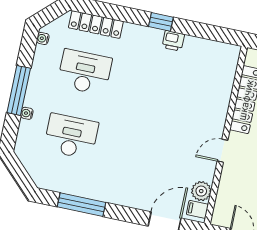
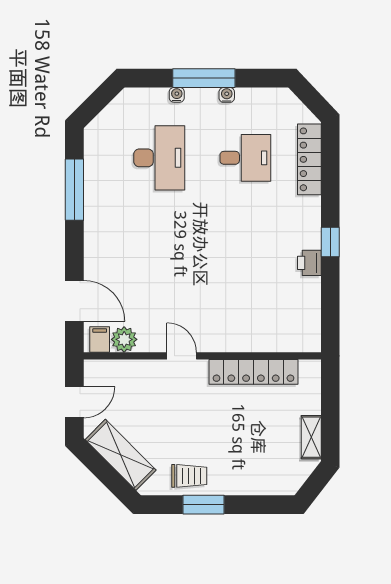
water cooler: (43, 38) -> (227, 95), moved
desk: (85, 72) -> (245, 158), width x0.73

